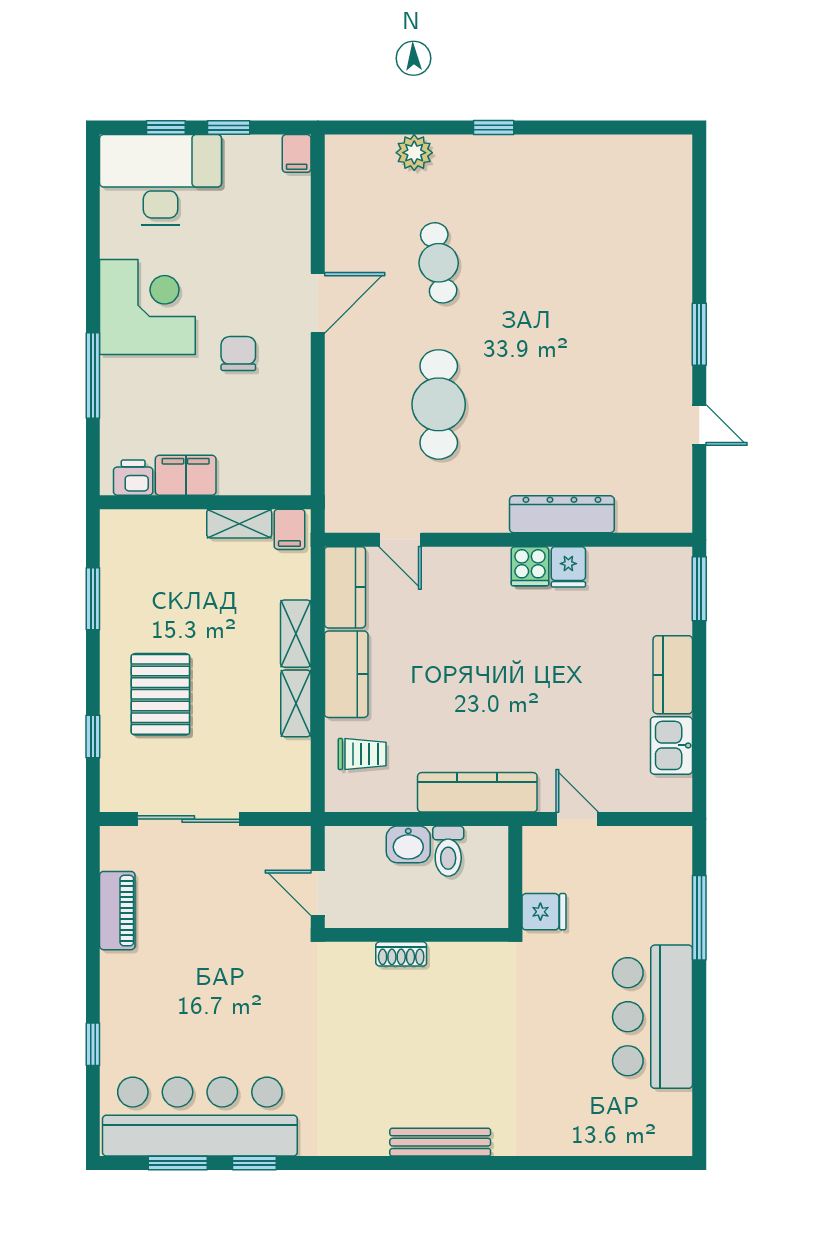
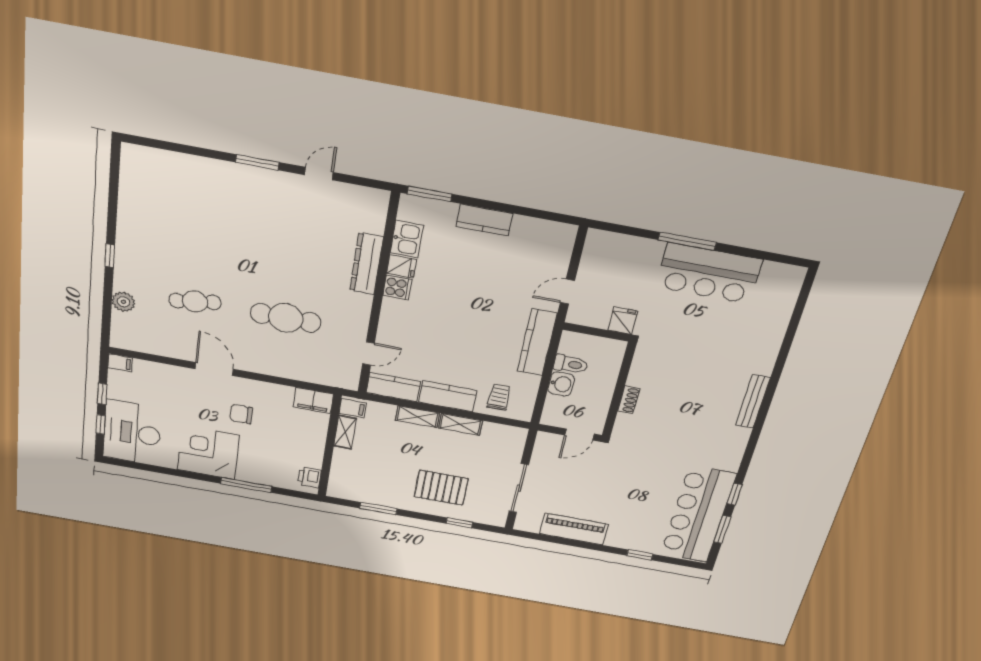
filing cabinet: (186, 475) -> (313, 401), moved, turned -90
kitchen sink: (671, 745) -> (407, 239), moved, turned -90
piano: (117, 911) -> (574, 529), width x1.37, depth x1.33
window: (699, 918) -> (687, 241), moved

